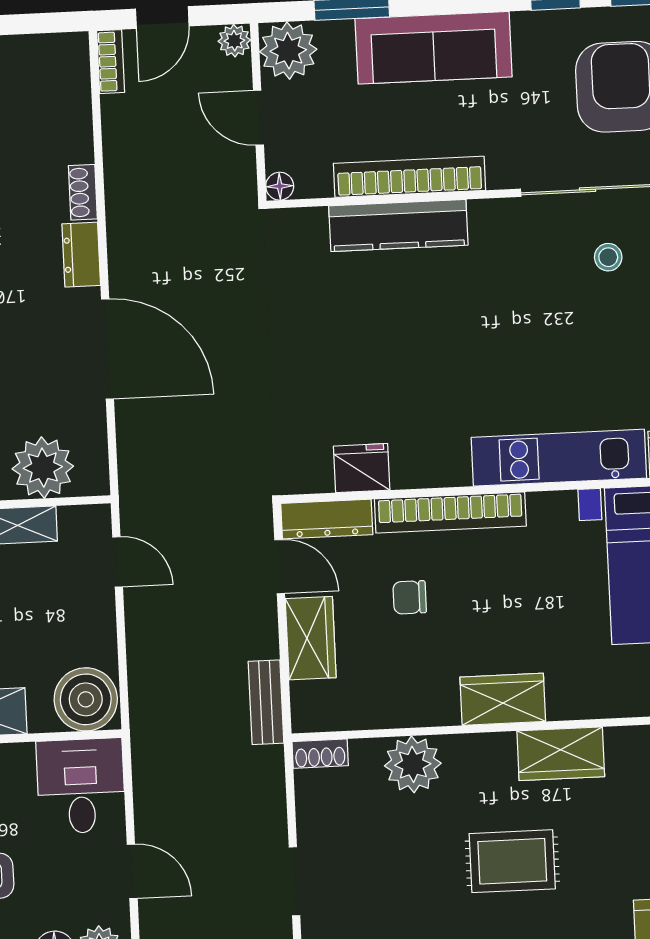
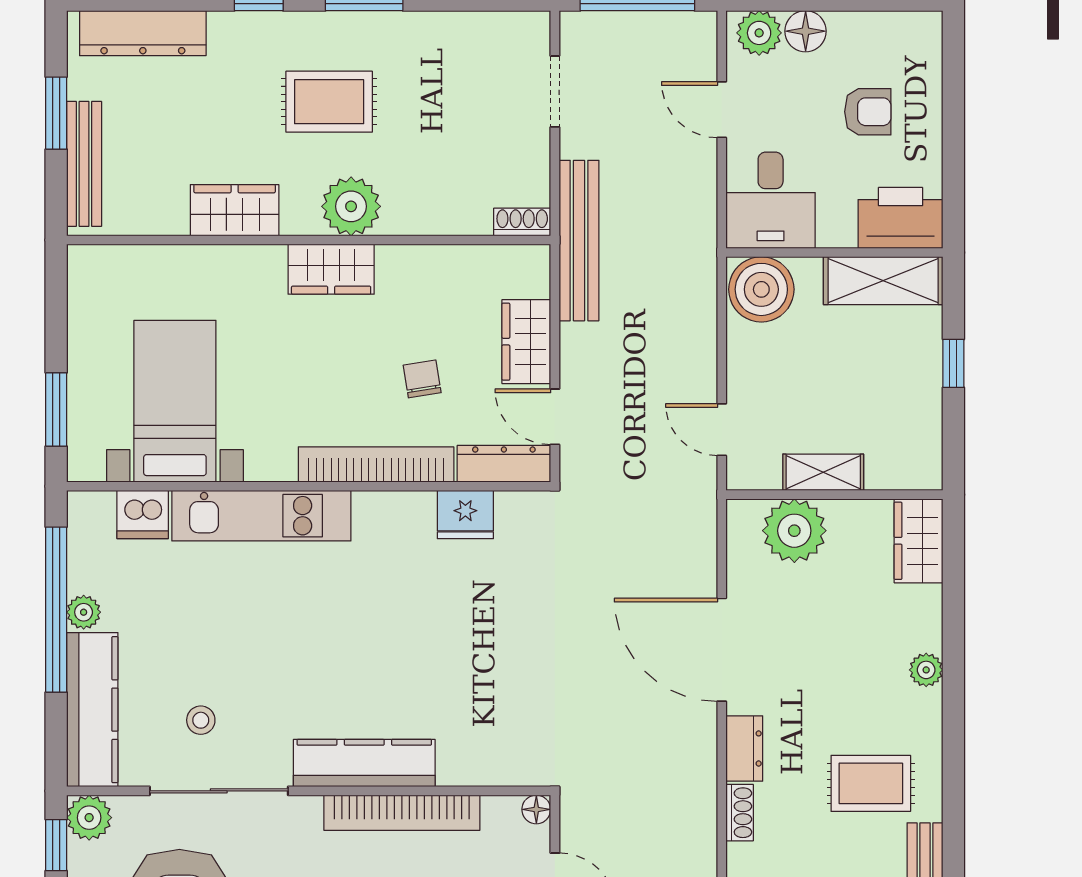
kitchen counter: (398, 225) -> (364, 763), moved
chair: (410, 597) -> (422, 379), turned -99
bench: (266, 702) -> (579, 241), width x1.86, depth x1.21
wardrobe: (561, 754) -> (235, 210), moved
plant: (413, 764) -> (351, 206), moved

